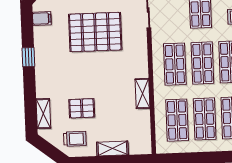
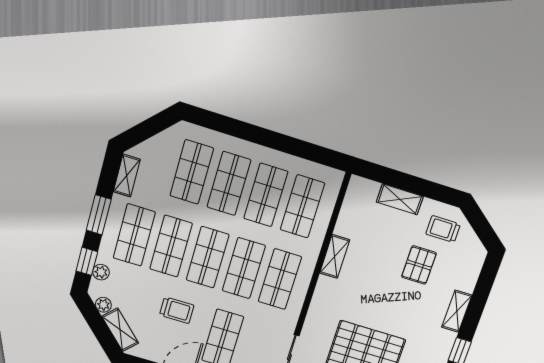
pallet: (82, 108) -> (419, 265), turned 90
shelving: (43, 114) -> (457, 311), moved

